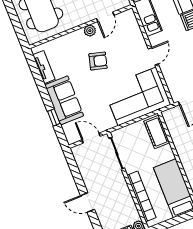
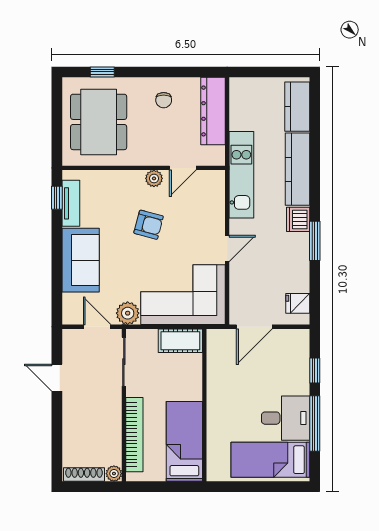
window: (54, 117) -> (57, 198), moved
plant: (107, 122) -> (128, 313), added
cot: (157, 132) -> (180, 341), moved, turned 90
door: (88, 203) -> (57, 378), moved

